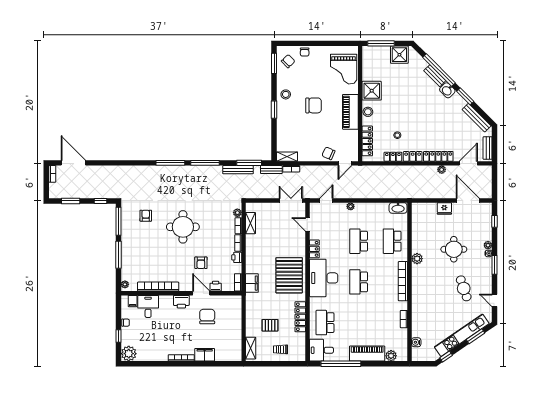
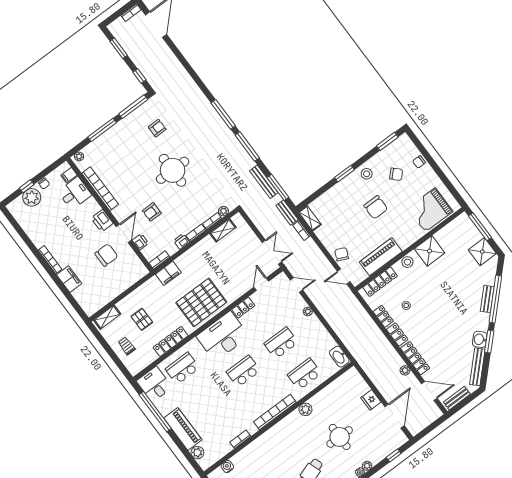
chair: (288, 61) -> (396, 174), moved
washbasin: (447, 90) -> (480, 339), moved
piano: (350, 112) -> (381, 257), moved
plant: (129, 354) -> (32, 197), moved

